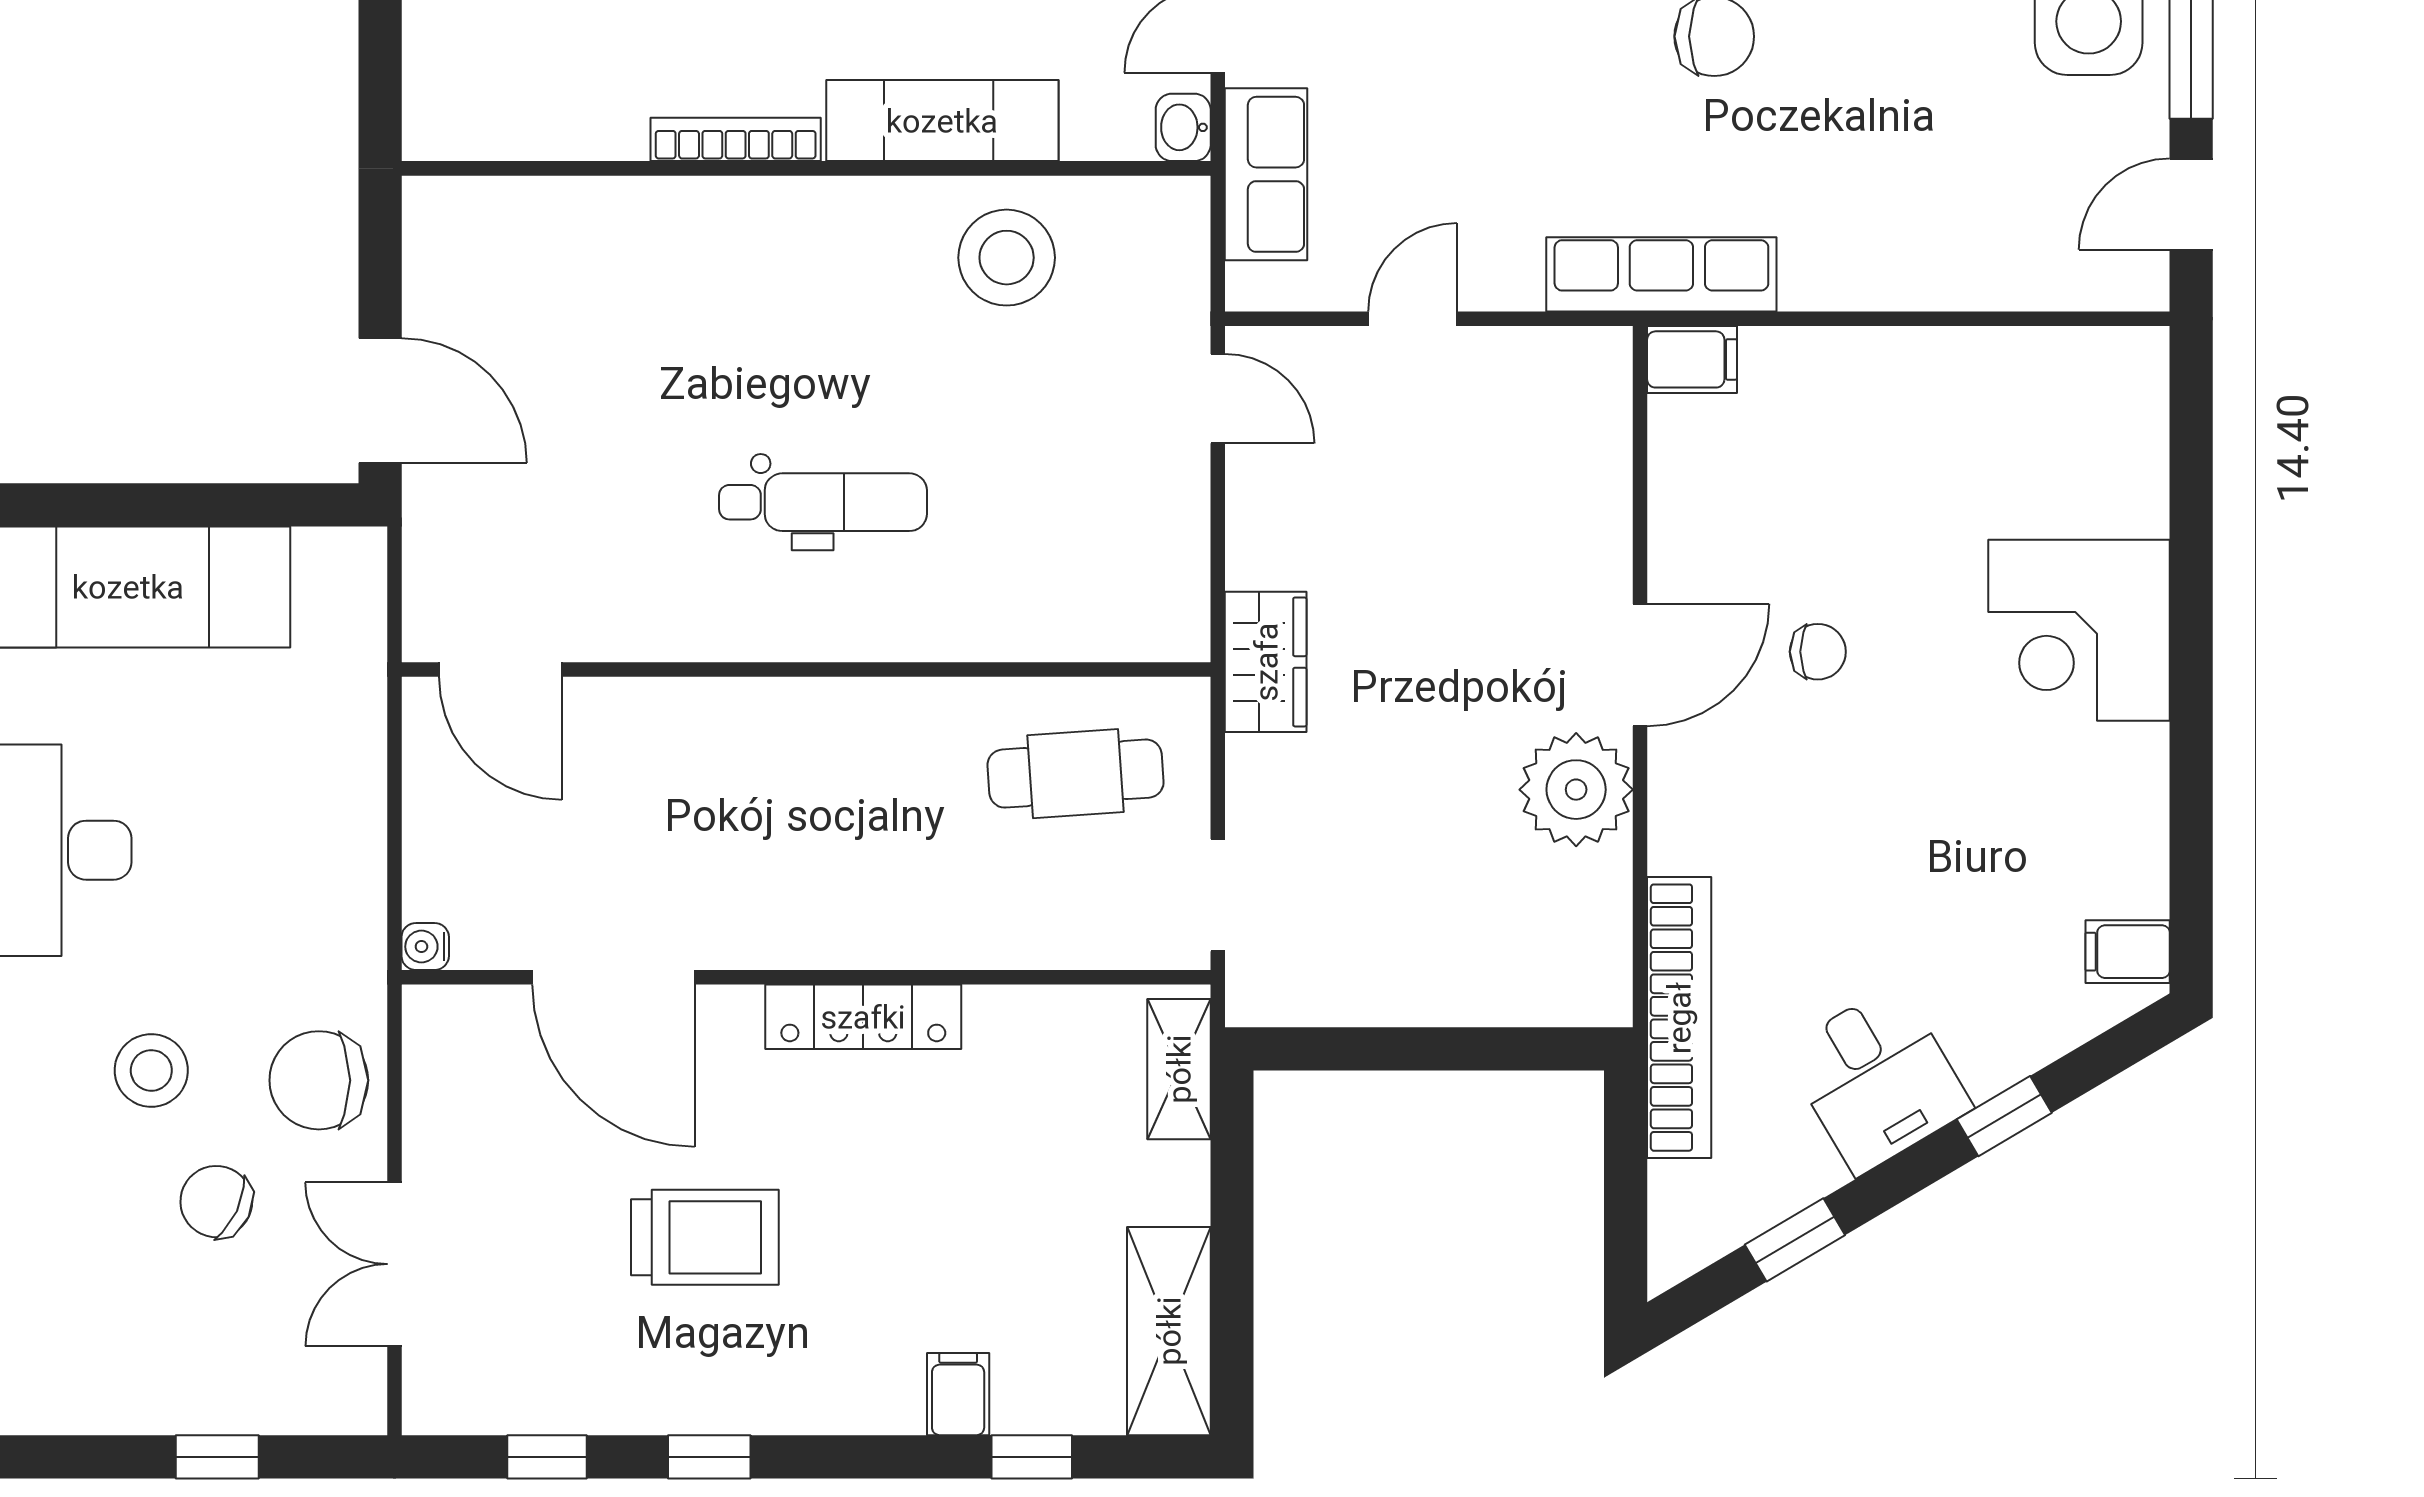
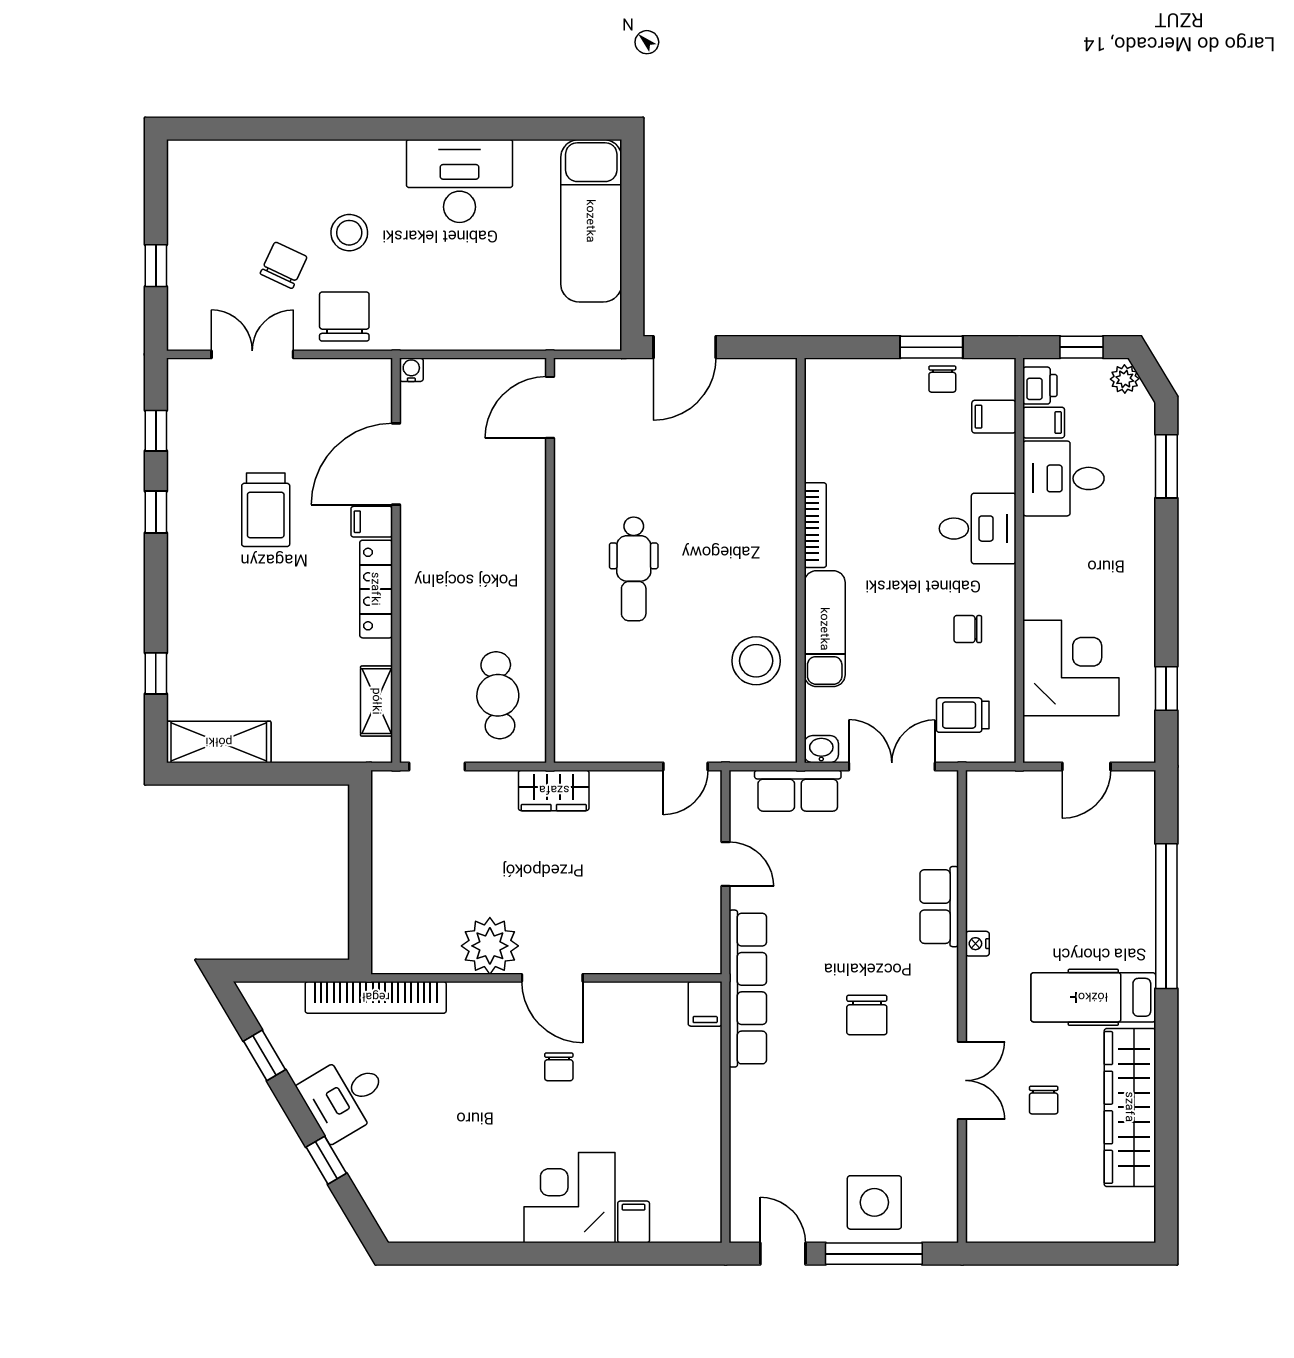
row of seats: (1661, 274) -> (748, 989), width x1.36
filing cabinet: (2128, 952) -> (634, 1222), moved
shelving: (1179, 1069) -> (377, 701), moved, turned 90
filing cabinet: (958, 1394) -> (372, 522), moved, turned 180

